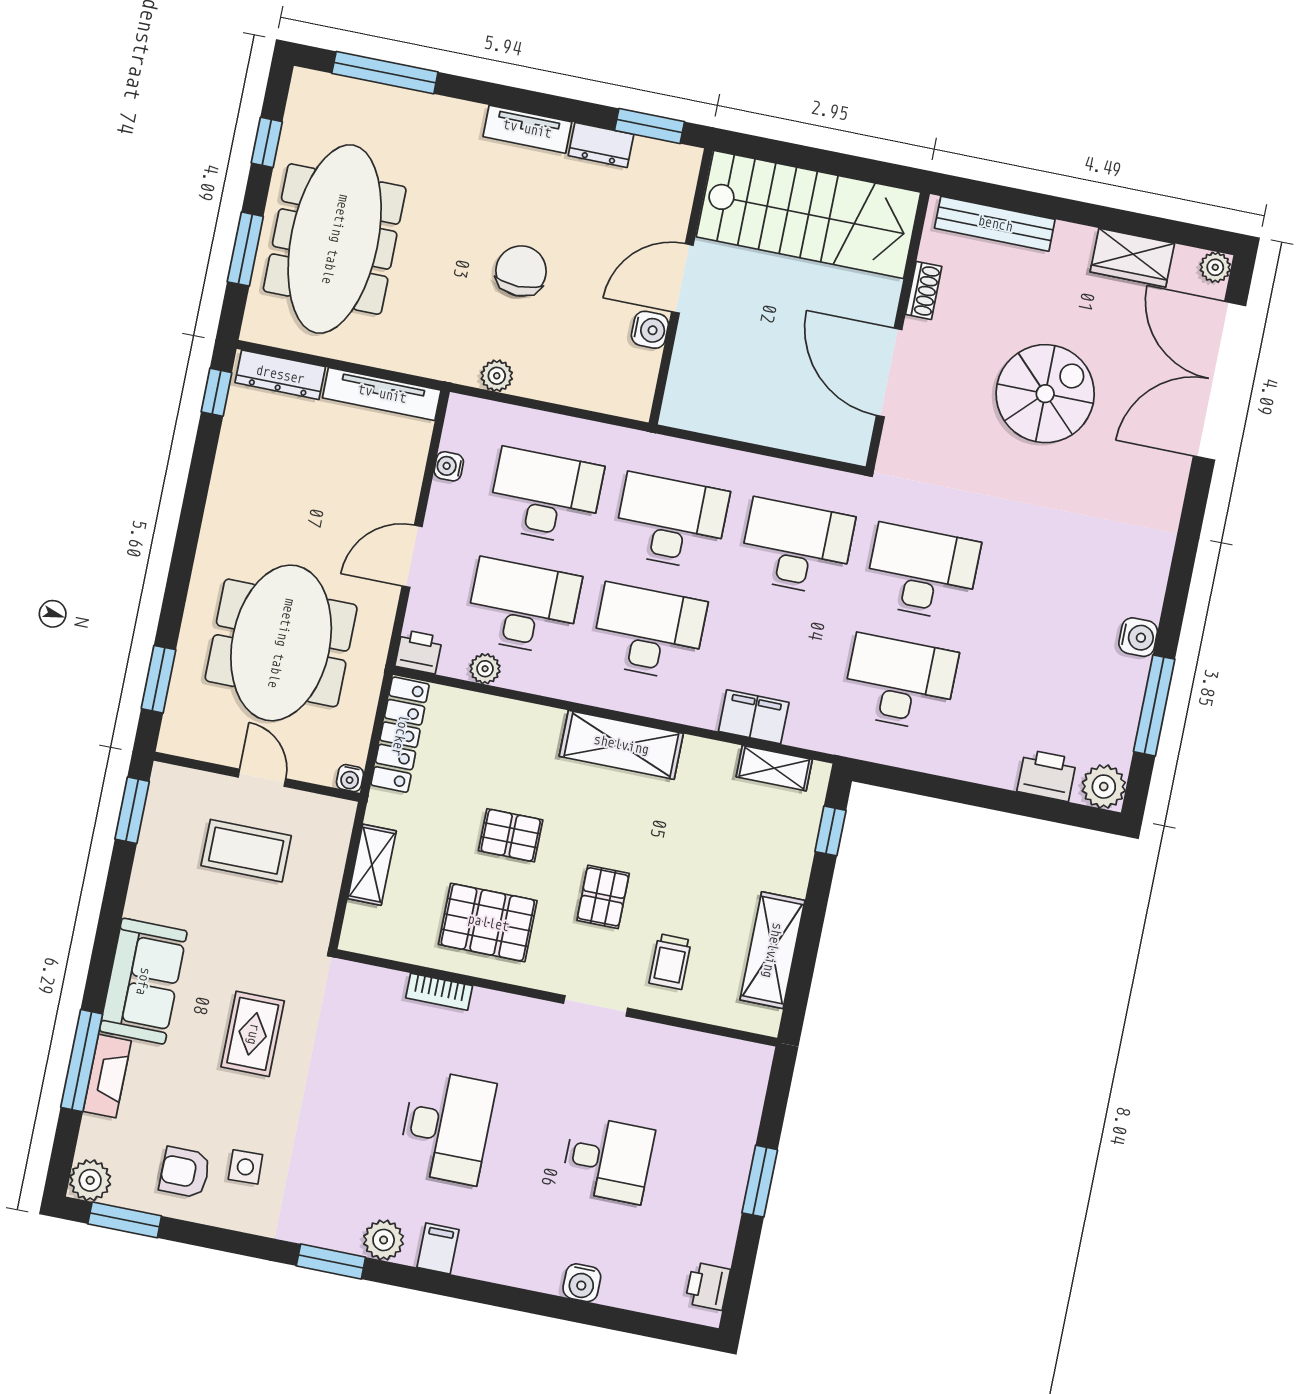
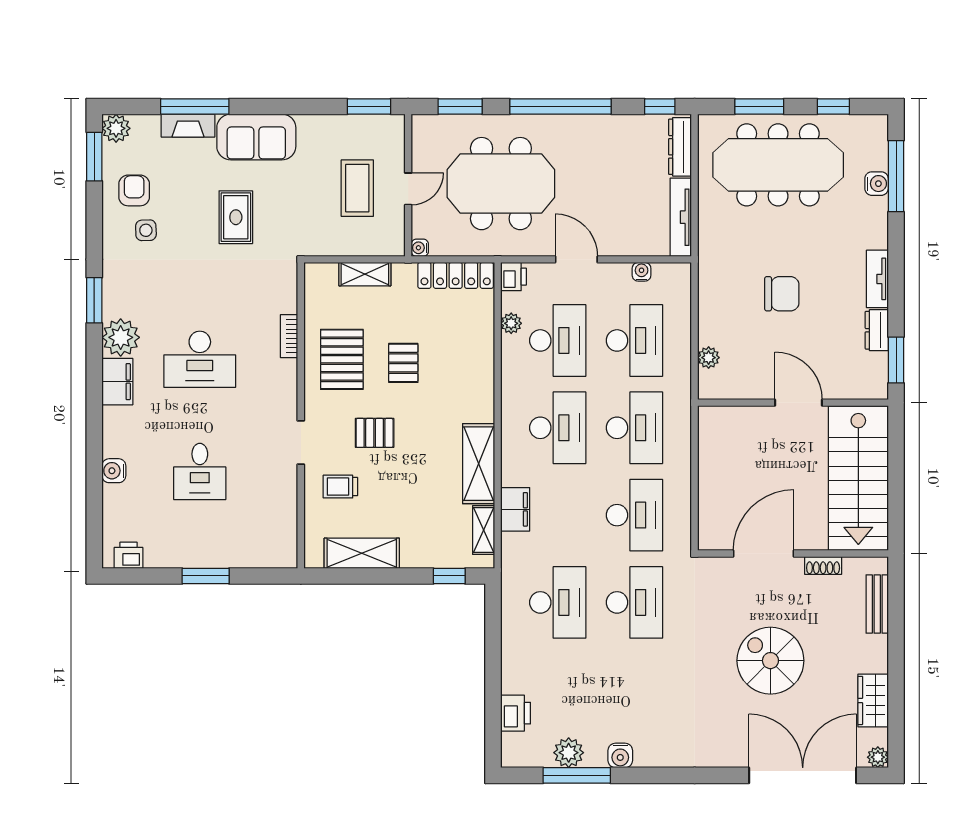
bench: (995, 224) -> (877, 604), width x0.73
water cooler: (650, 330) -> (877, 184), moved, turned -90
plant: (497, 376) -> (709, 358), moved
spiral stairs: (1045, 394) -> (770, 661), turned 180
window: (188, 535) -> (561, 107), added
shelving: (621, 745) -> (479, 464), moved
plant: (1104, 787) -> (569, 753), moved
rug: (253, 1034) -> (236, 217), turned 90
plant: (384, 1240) -> (121, 337), width x1.36, depth x1.36
filing cabinet: (438, 1248) -> (117, 382), width x2.00

